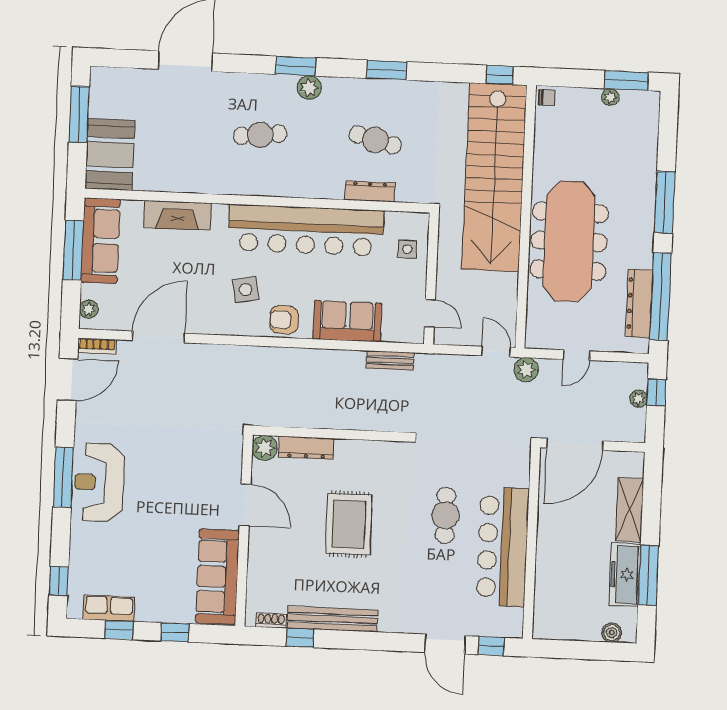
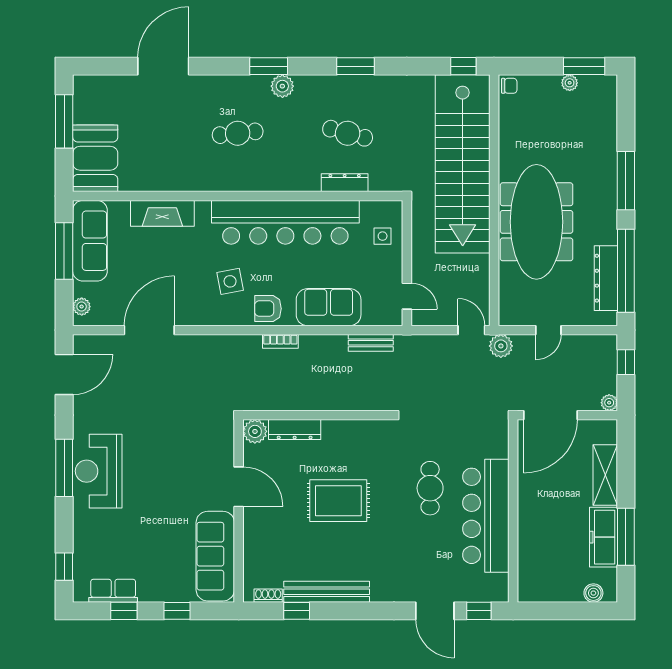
bookcase: (97, 346) -> (280, 341), moved
plant: (638, 399) -> (609, 403), moved
rug: (349, 524) -> (338, 501), turned 90

